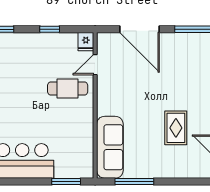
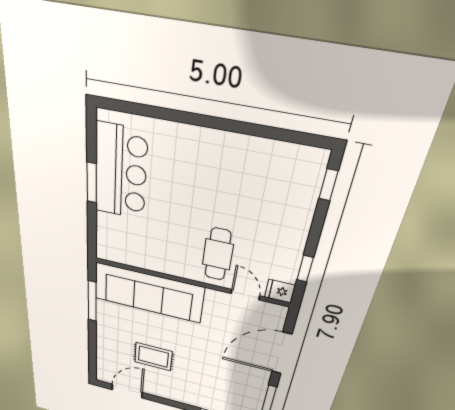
window: (50, 29) -> (305, 269), moved
sofa: (110, 147) -> (148, 293), width x1.36, depth x1.27
window: (66, 181) -> (92, 183), moved

